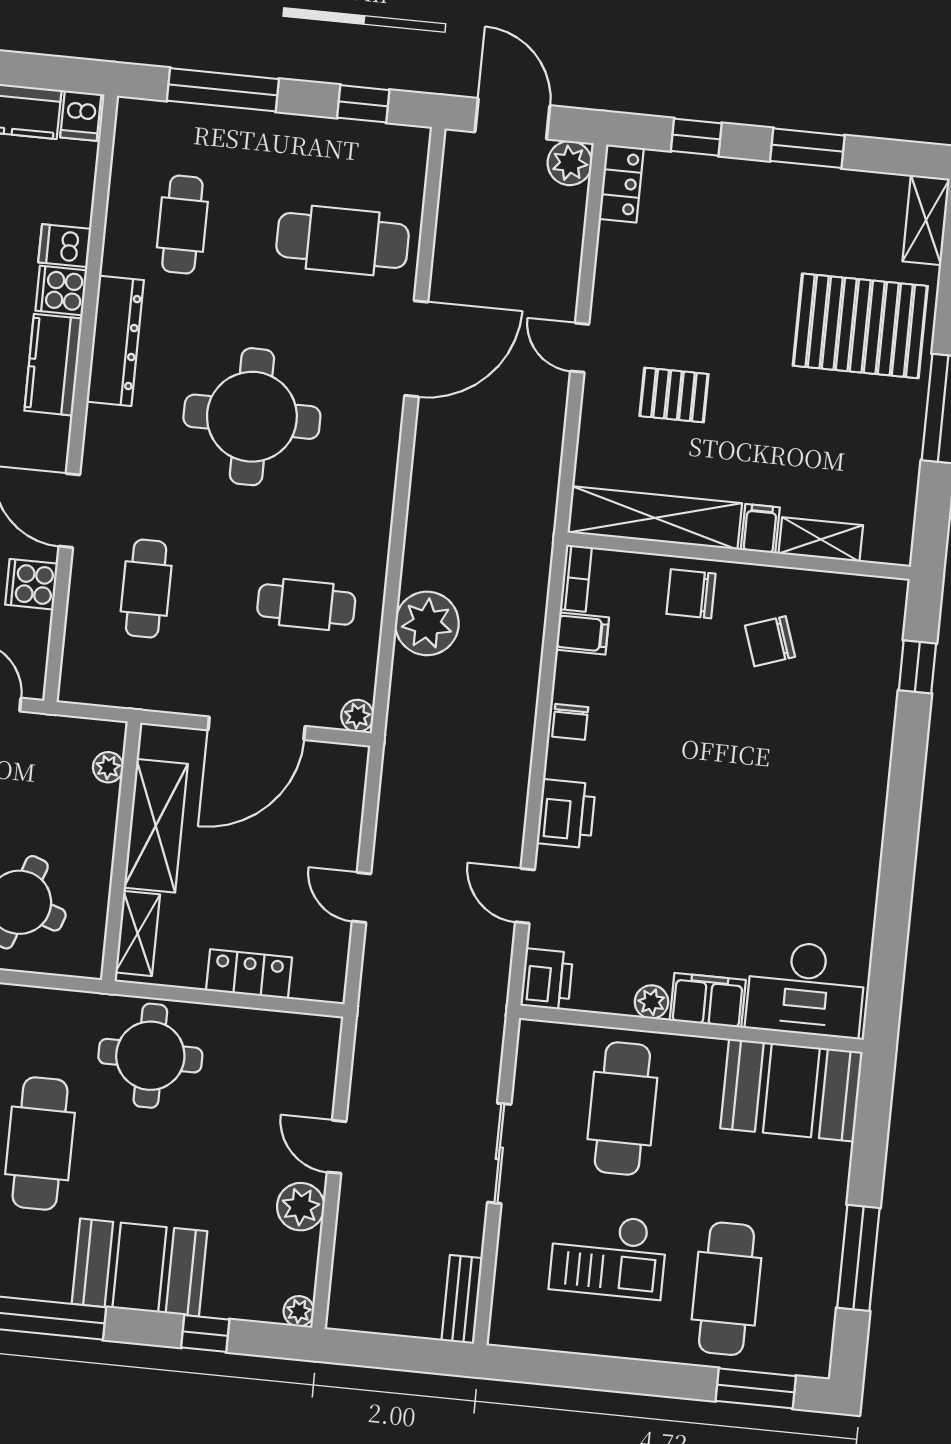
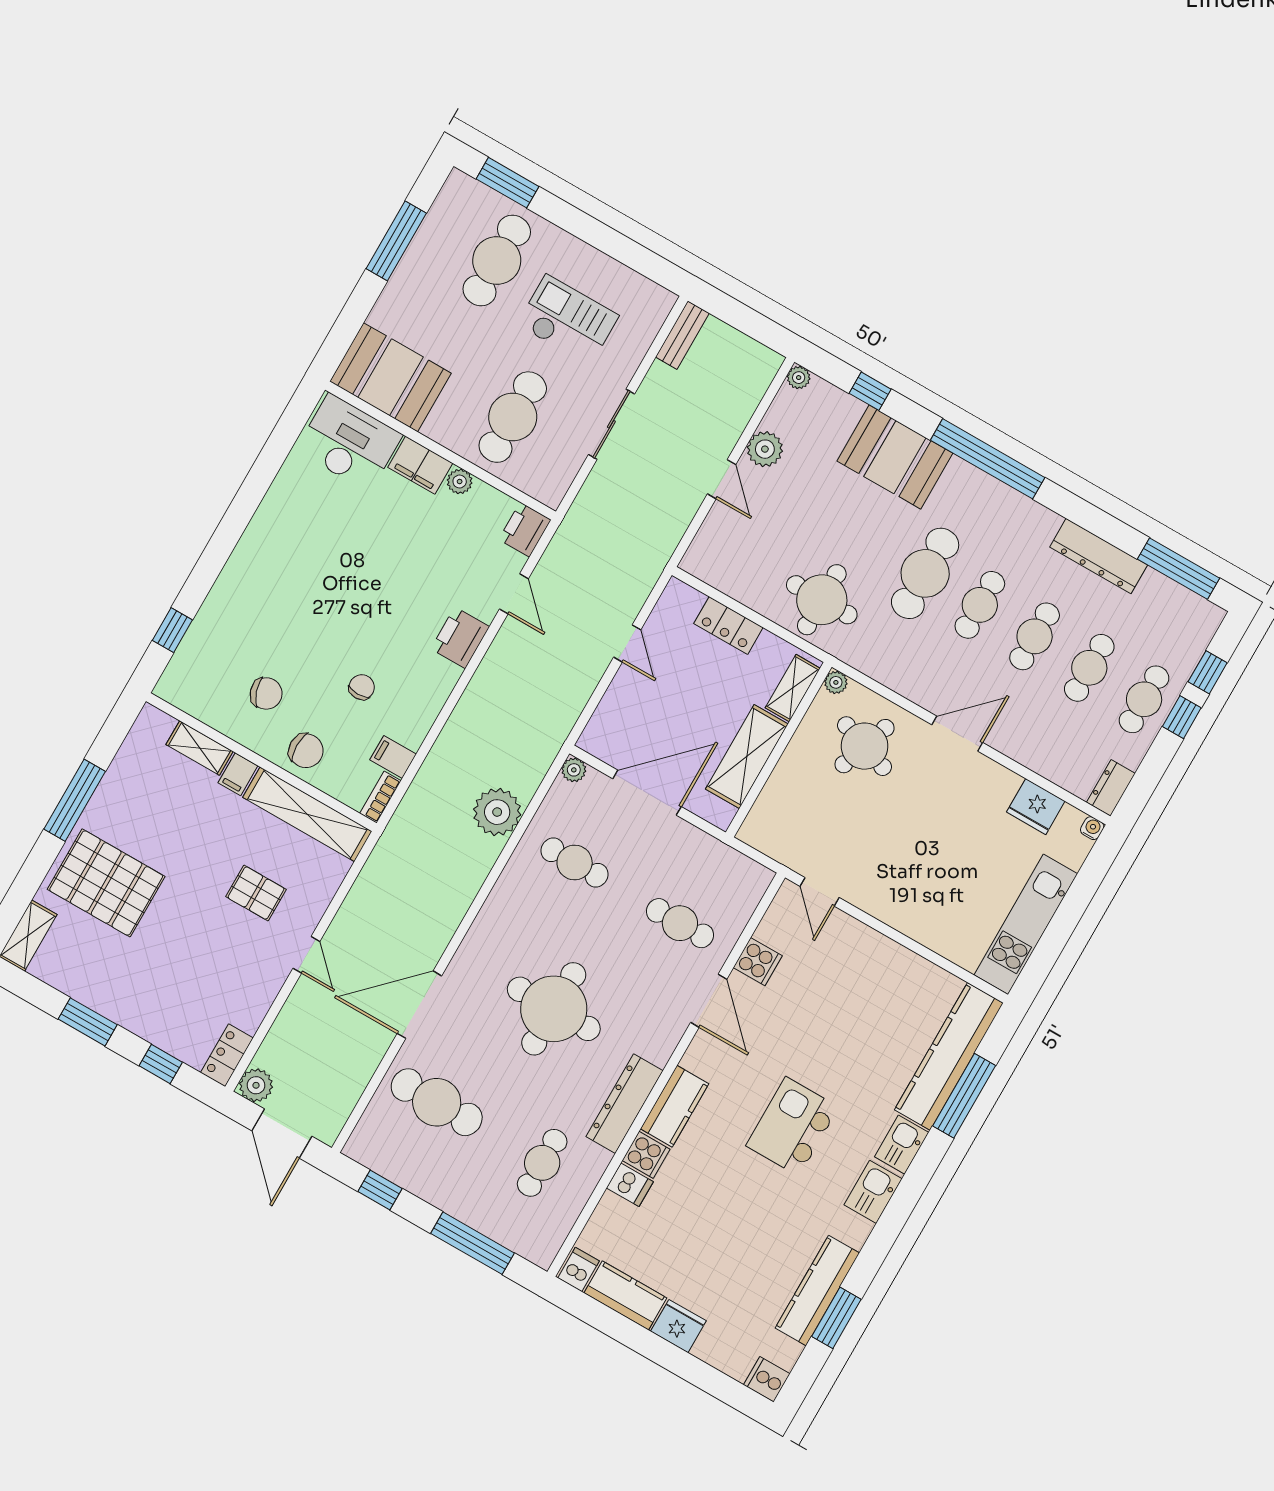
cafe table: (146, 589) -> (680, 923), turned 90
chair: (570, 722) -> (362, 687), moved
plant: (108, 767) -> (836, 682), moved

